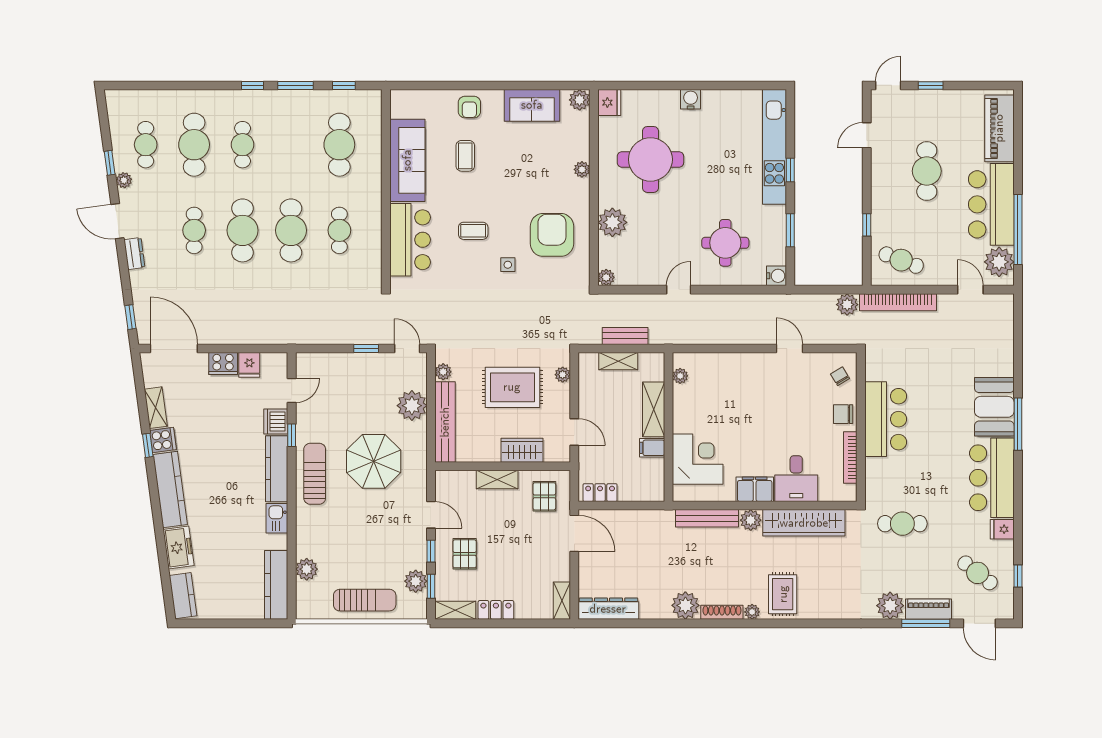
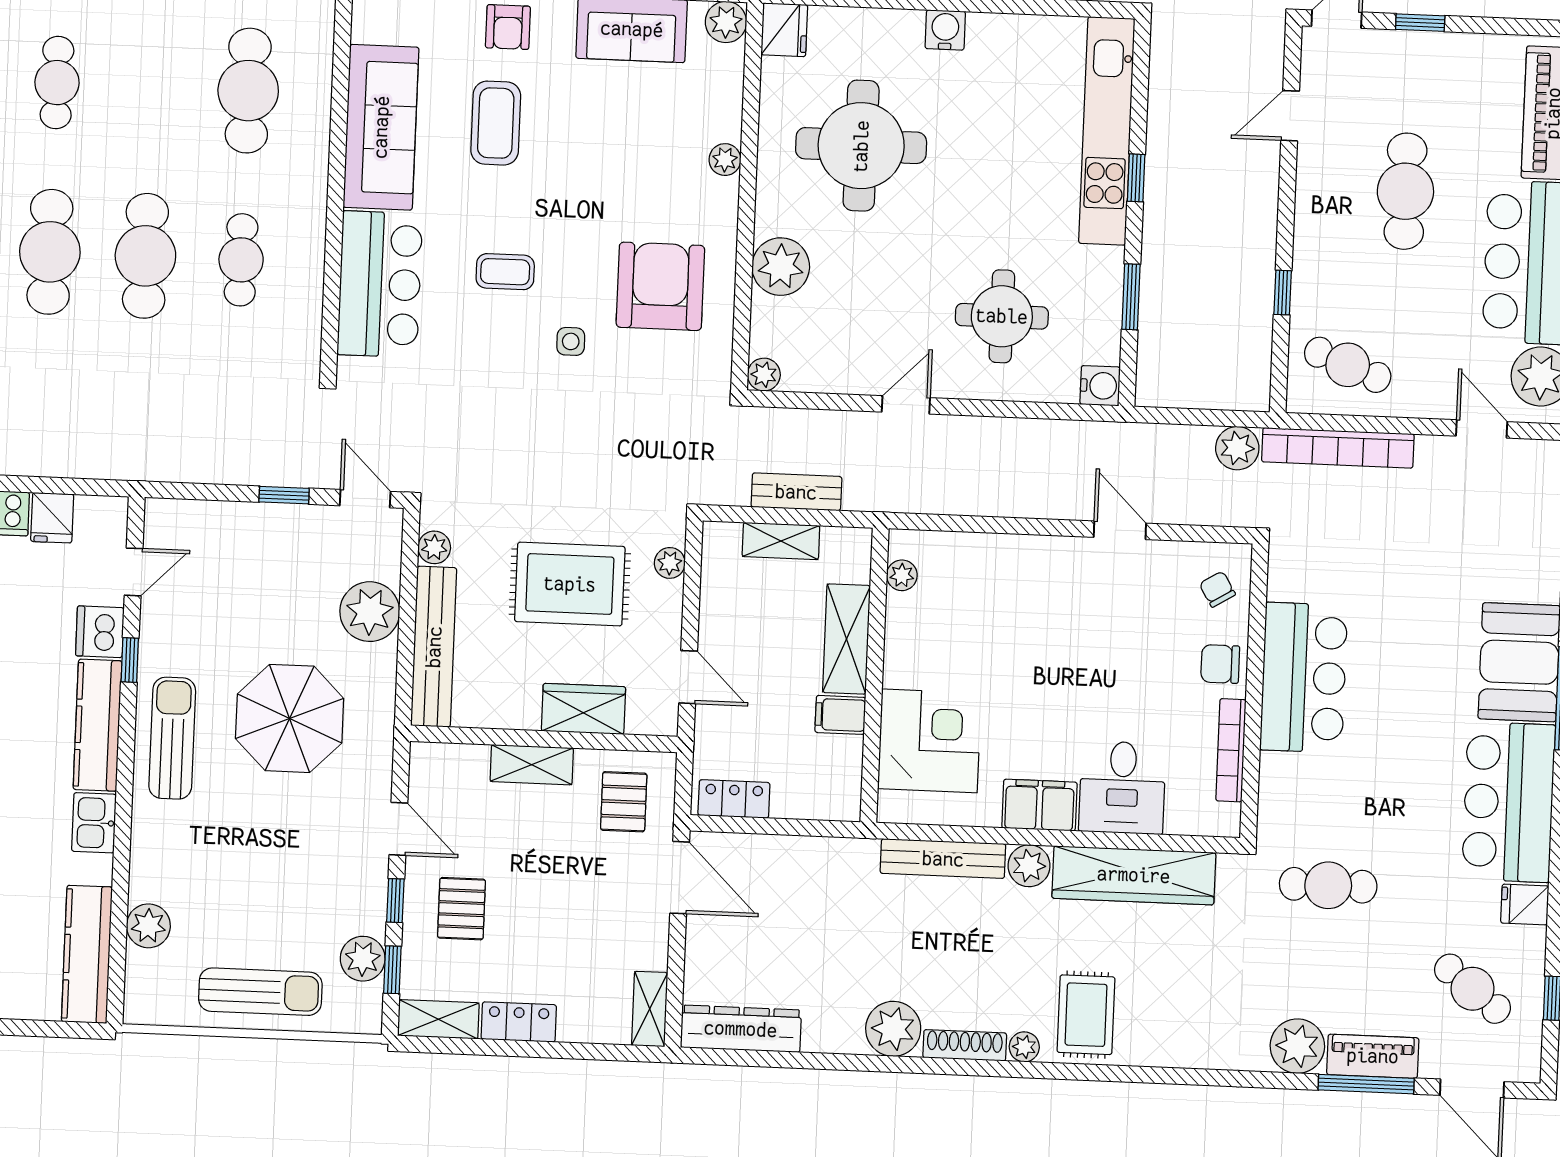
coffee table: (465, 156) -> (496, 123), width x1.36, depth x1.30

